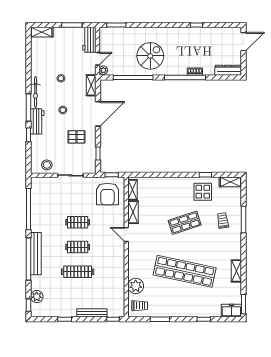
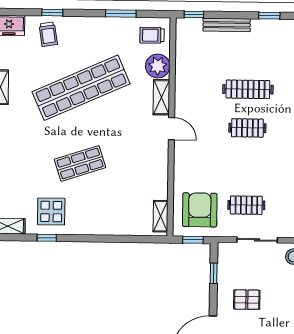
shelving: (133, 212) -> (161, 97), moved
trolley: (223, 221) -> (48, 34), moved
clothes rail: (78, 222) -> (246, 205), moved
door: (126, 235) -> (171, 129), moved
shop shelf: (185, 271) -> (81, 88), turned -36

